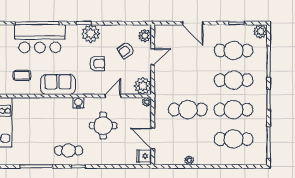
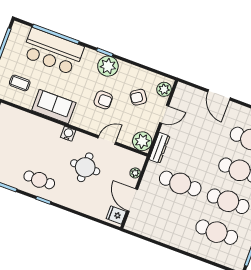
dresser: (159, 86) -> (159, 148), added
plant: (147, 102) -> (135, 173), moved
plant: (189, 160) -> (162, 237), removed

